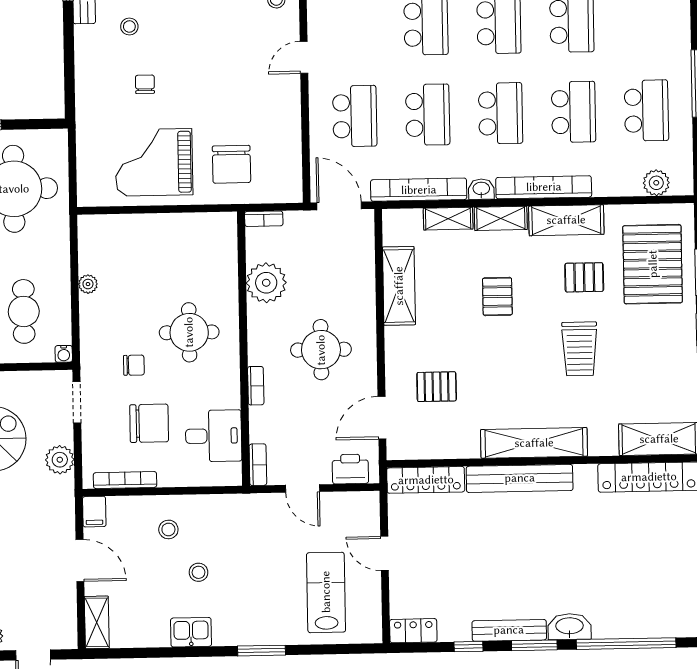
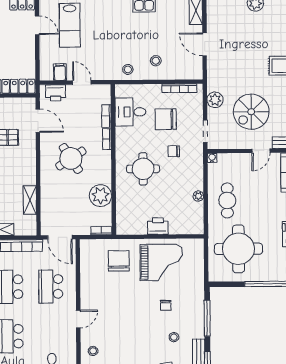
window: (69, 62) -> (207, 318), added
printer: (161, 228) -> (158, 226), added
shelving: (399, 286) -> (30, 200), width x0.67, depth x0.75
cafe table: (24, 311) -> (227, 200), moved
round table: (321, 350) -> (71, 158), turned -33
door: (382, 418) -> (38, 121), hinge flipped
bookcase: (258, 465) -> (106, 116), moved
filing cabinet: (94, 512) -> (60, 72), moved
door: (385, 553) -> (37, 25), moved
stool: (199, 572) -> (128, 69), moved

